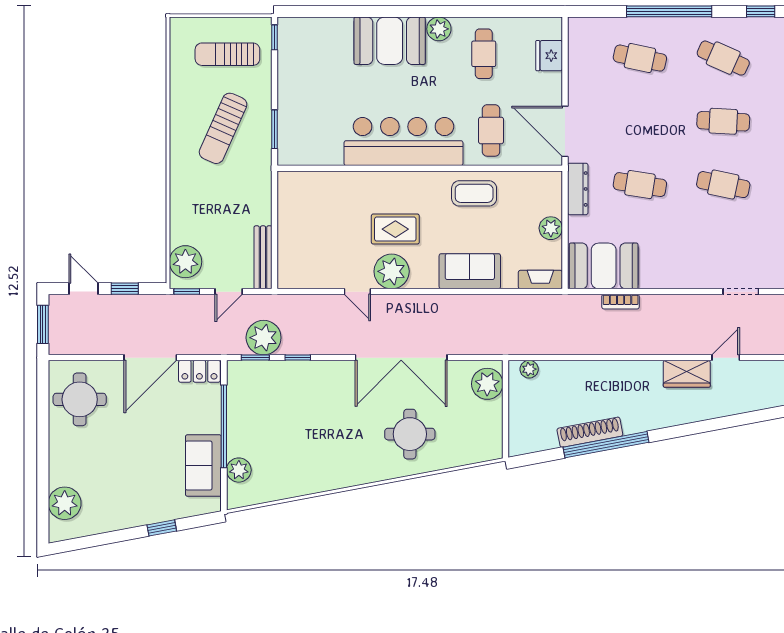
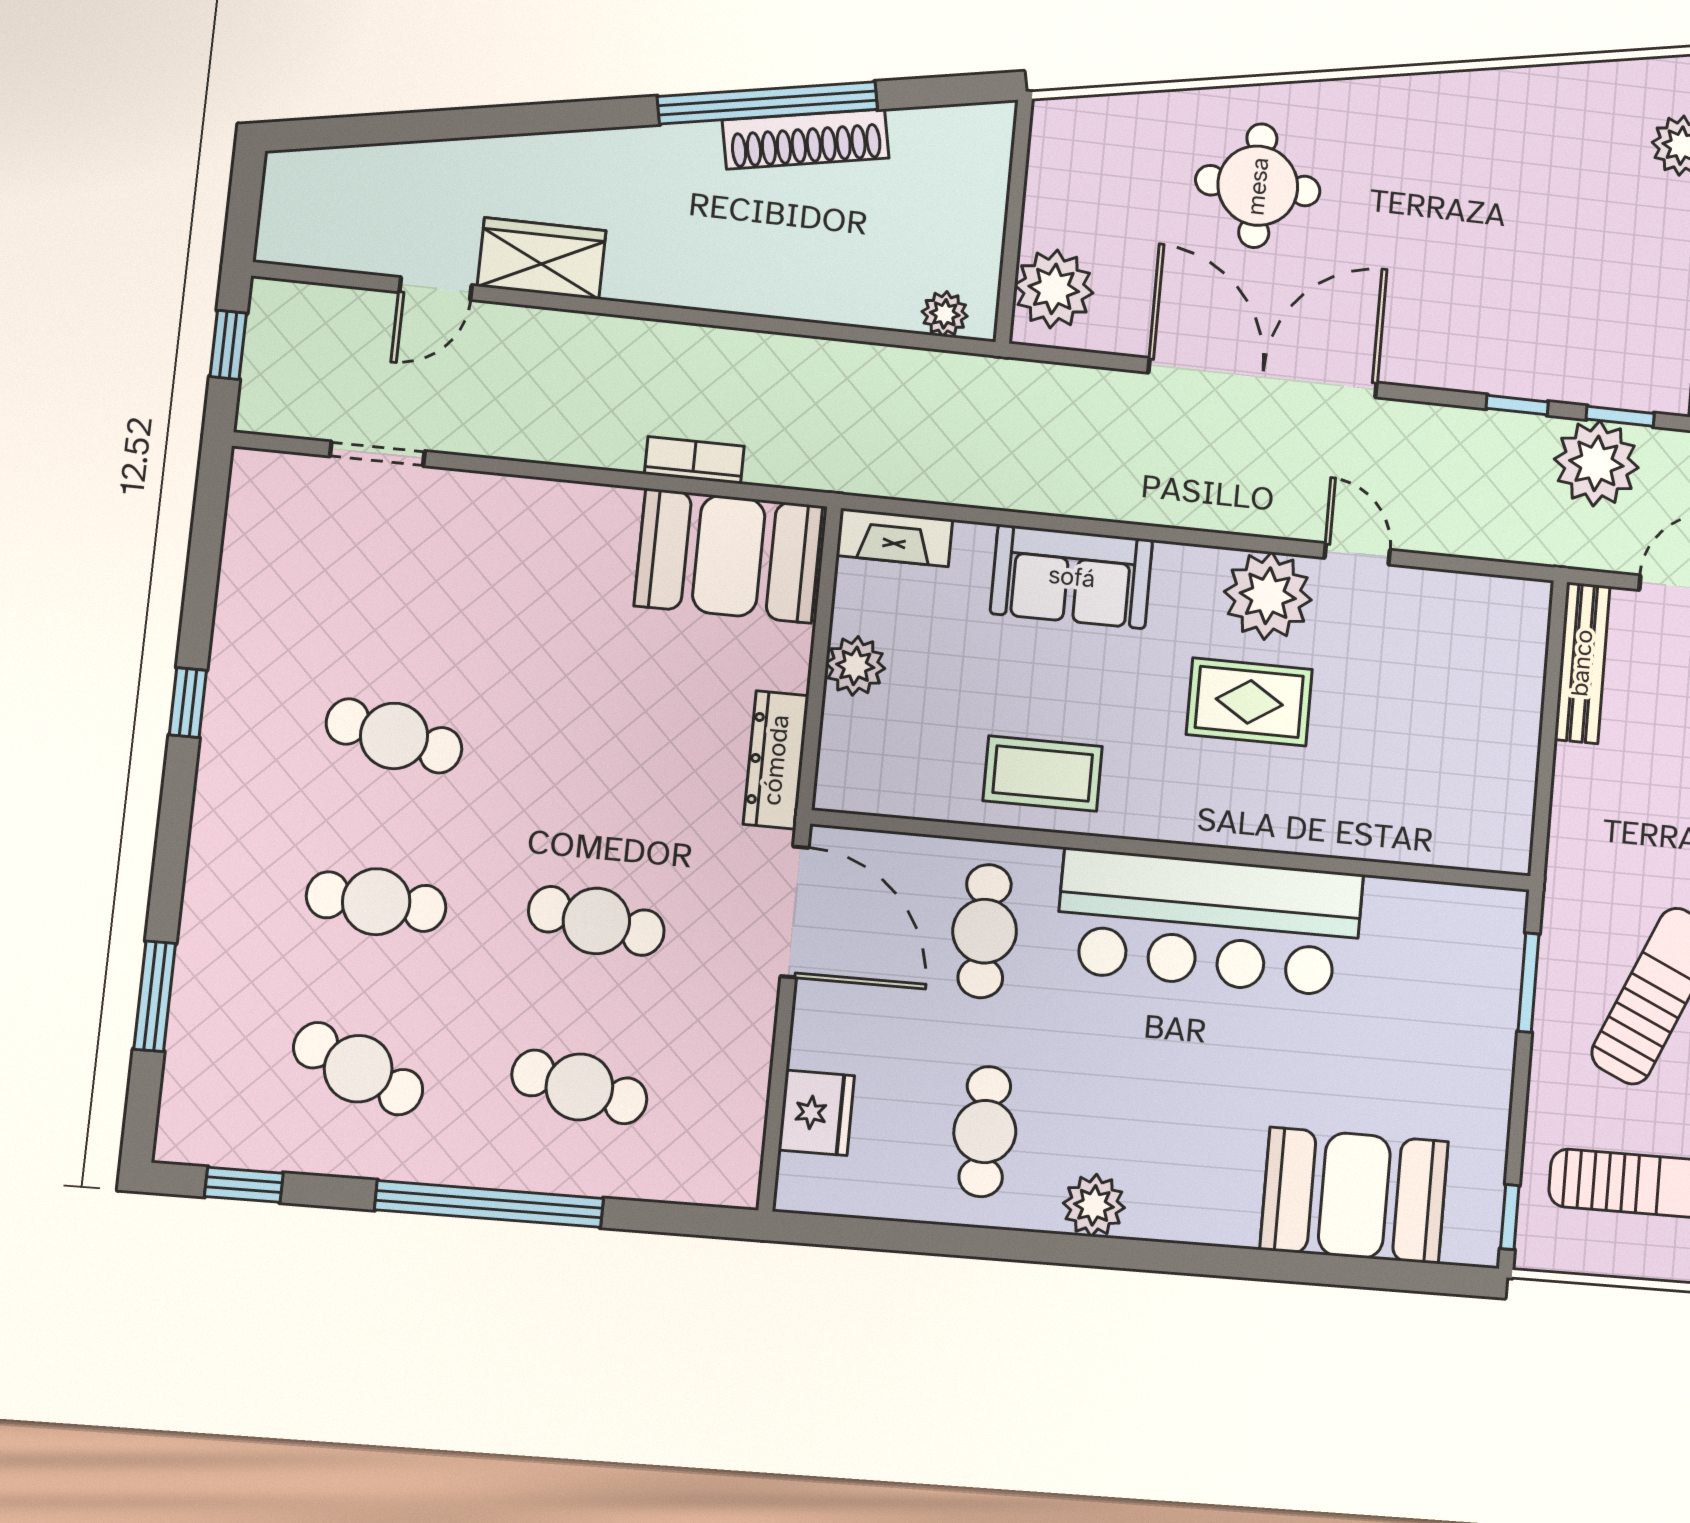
booth: (390, 41) -> (1354, 1196), moved
cafe table: (640, 185) -> (596, 921), moved

